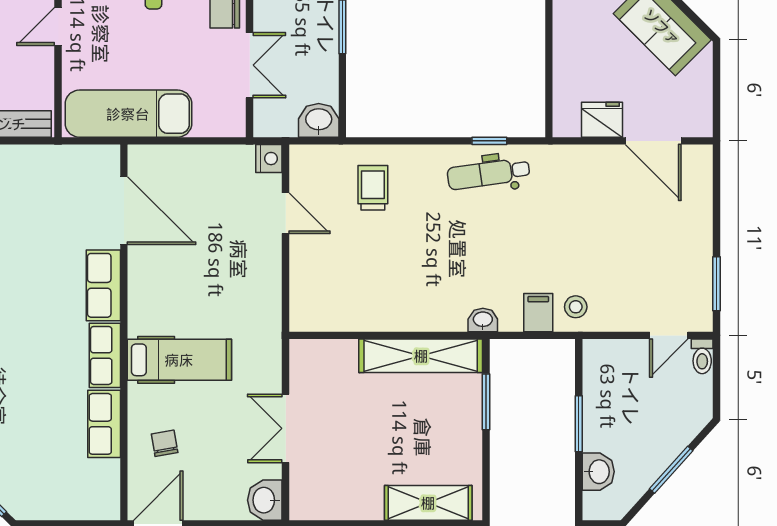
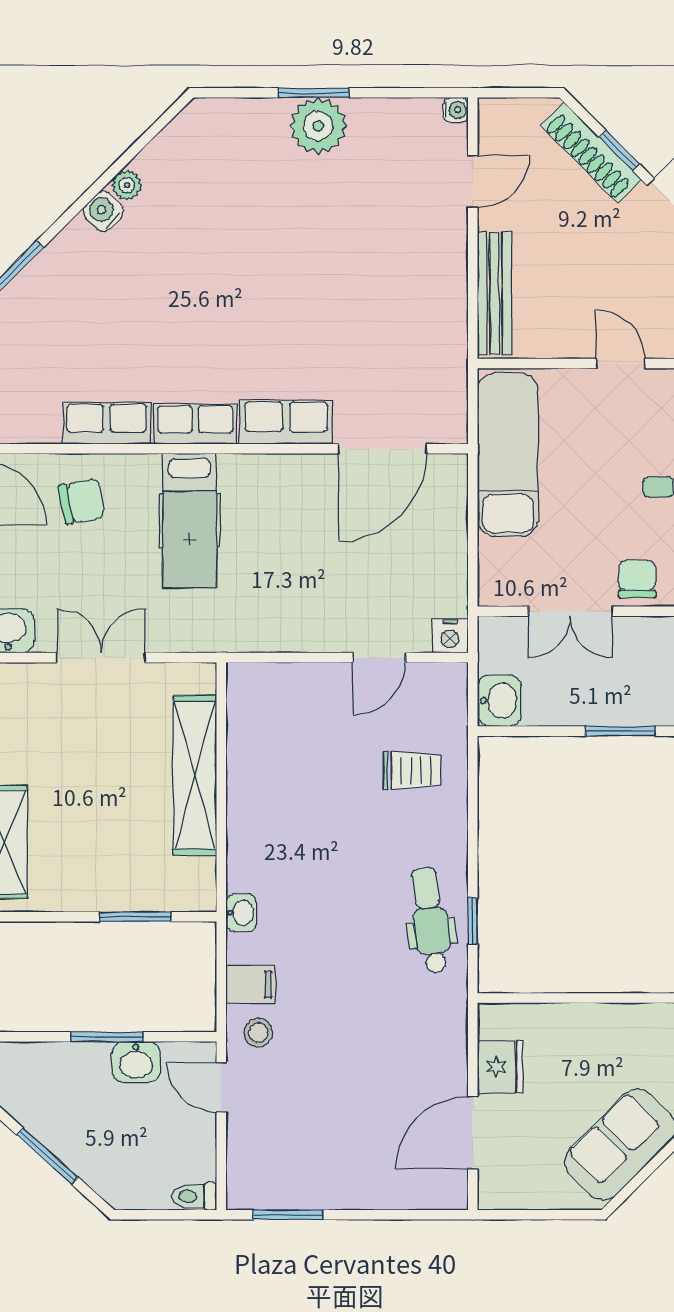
door: (669, 335) -> (221, 1087), moved
shelving: (421, 356) -> (195, 775), moved
chair: (165, 443) -> (82, 501), width x1.37, depth x1.37
washbasin: (598, 472) -> (136, 1062), moved

